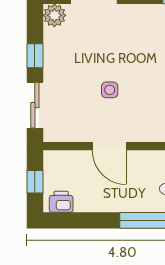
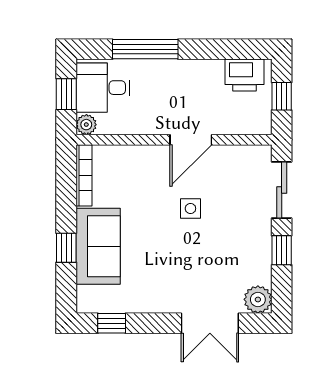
door: (109, 146) -> (191, 140), swing flipped
printer: (61, 202) -> (245, 75), width x1.36, depth x1.24

